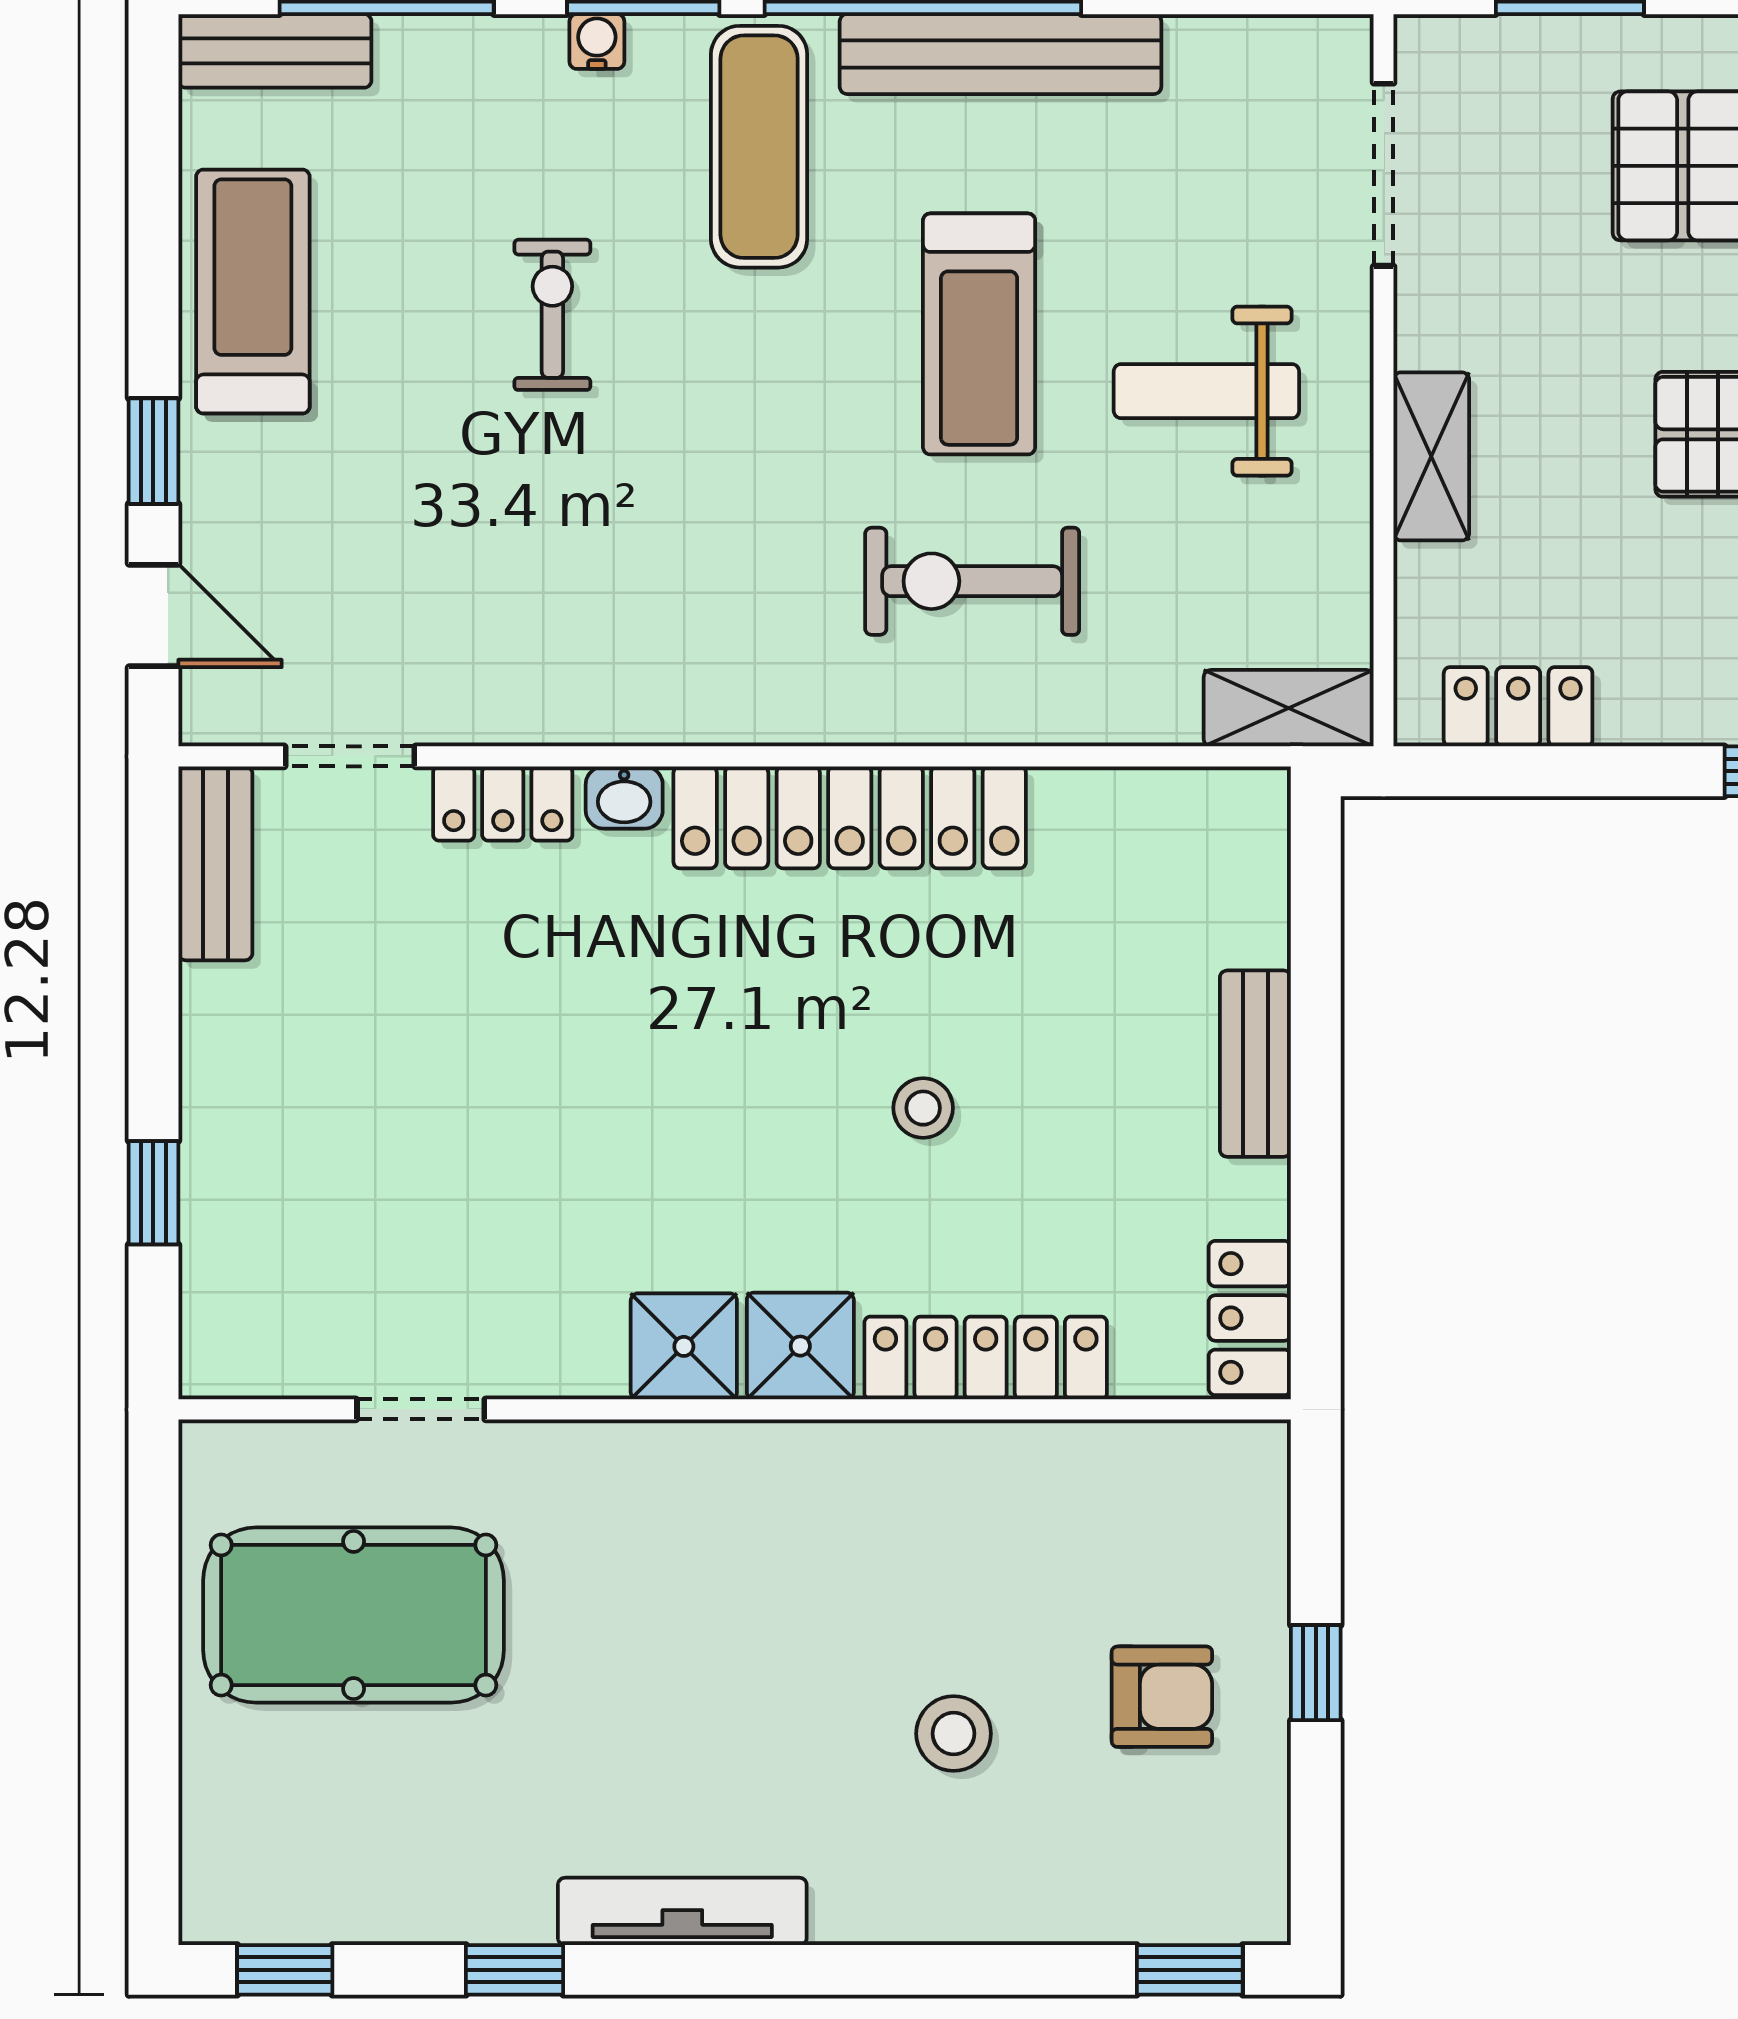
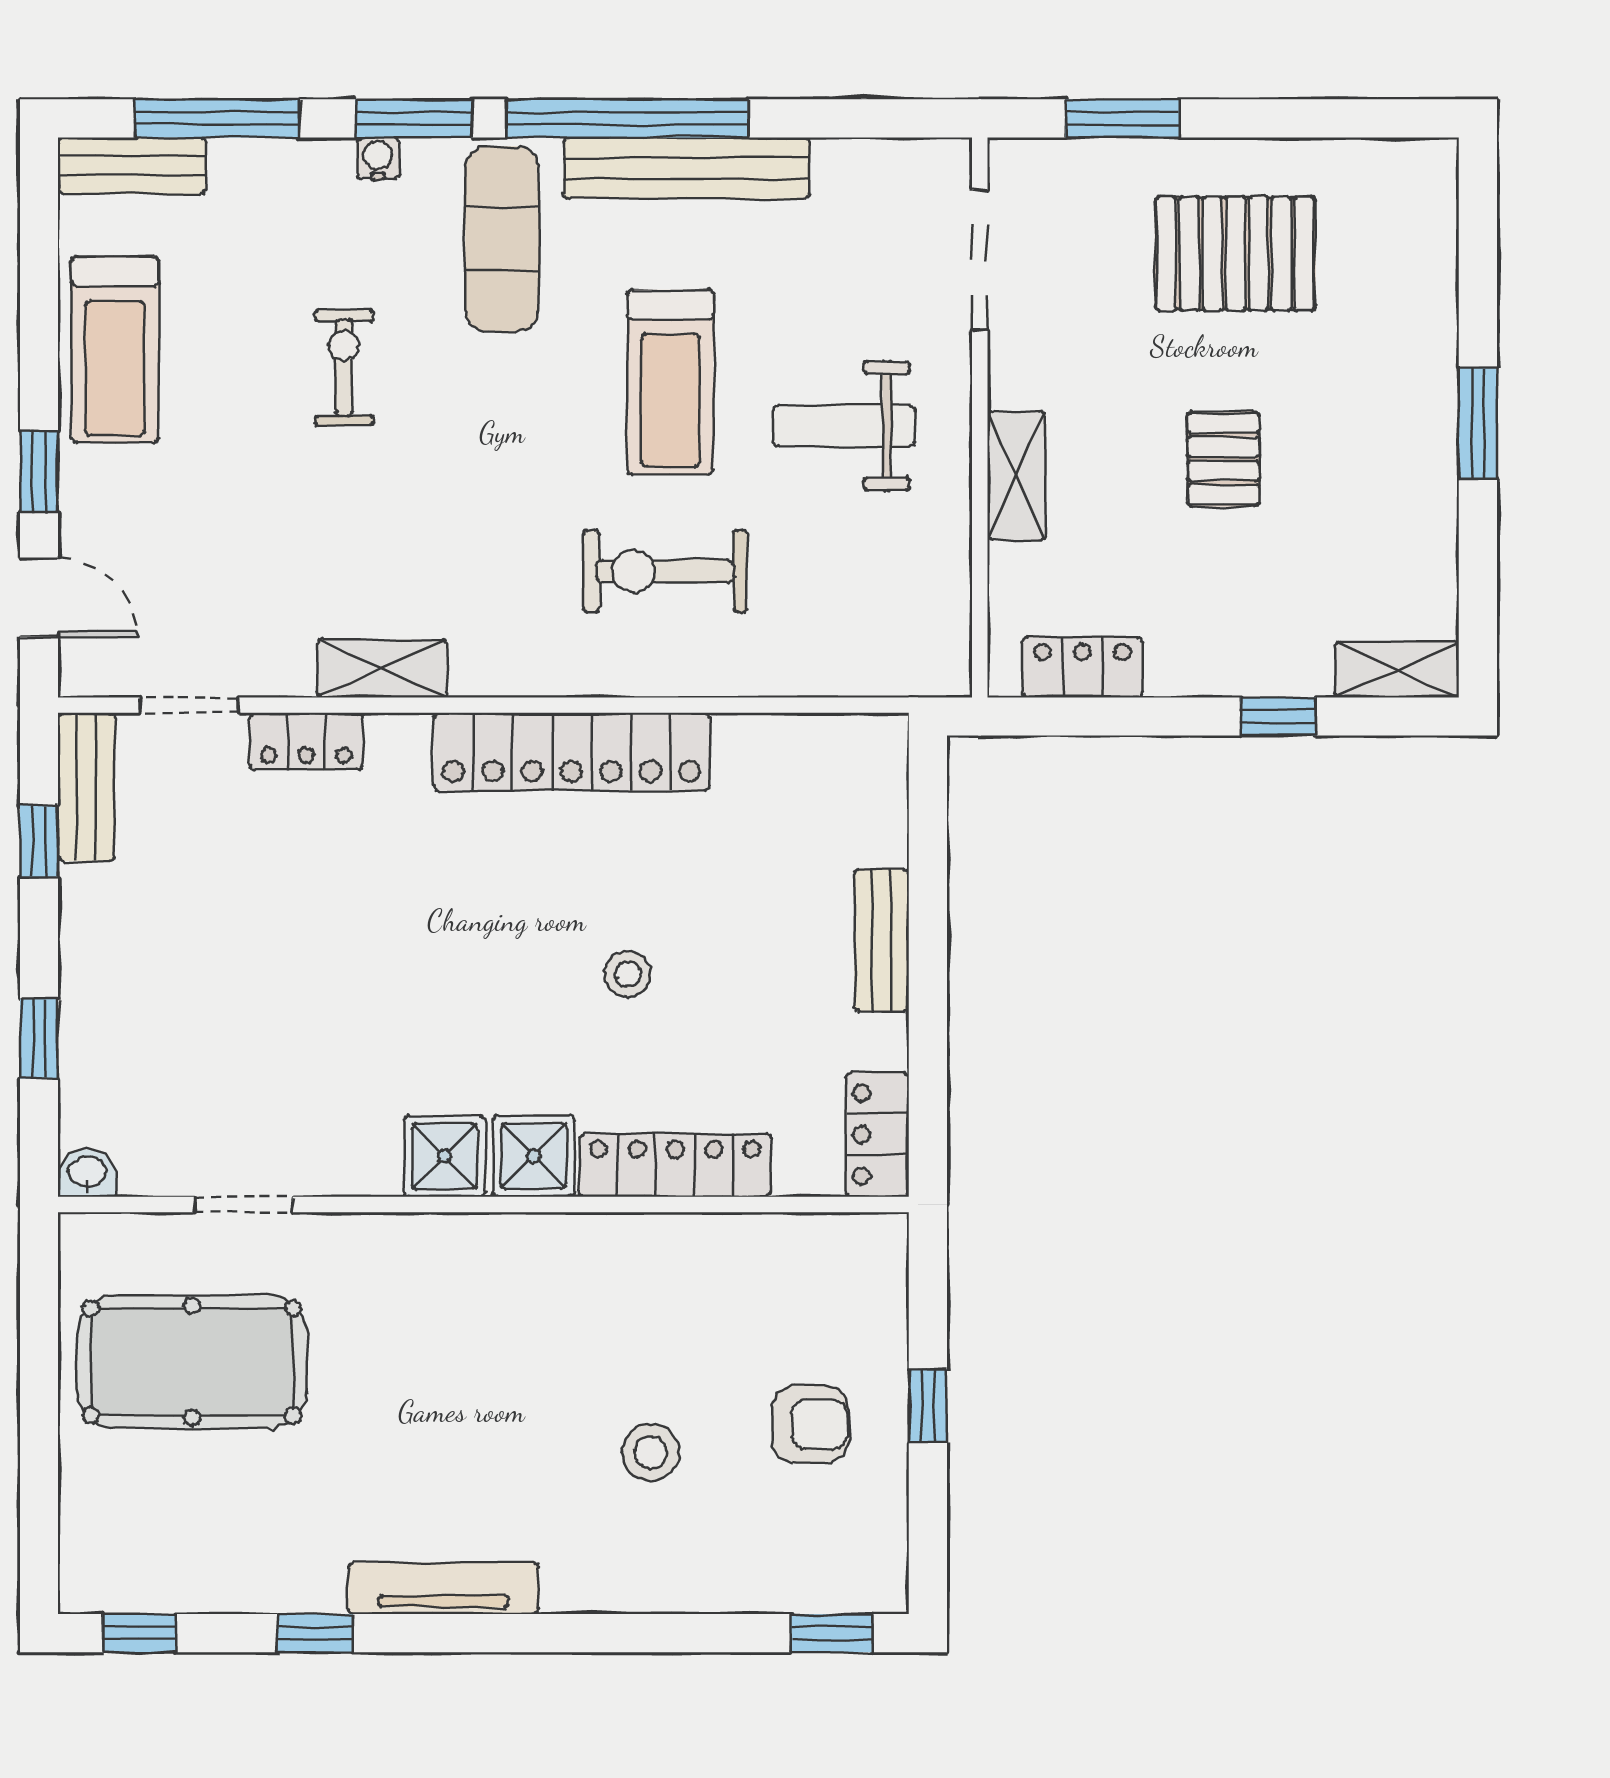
treadmill: (253, 291) -> (115, 350), turned 180
shelving: (1289, 708) -> (382, 668), moved
washbasin: (624, 797) -> (87, 1173), moved, turned 180
window: (153, 934) -> (39, 841), added

